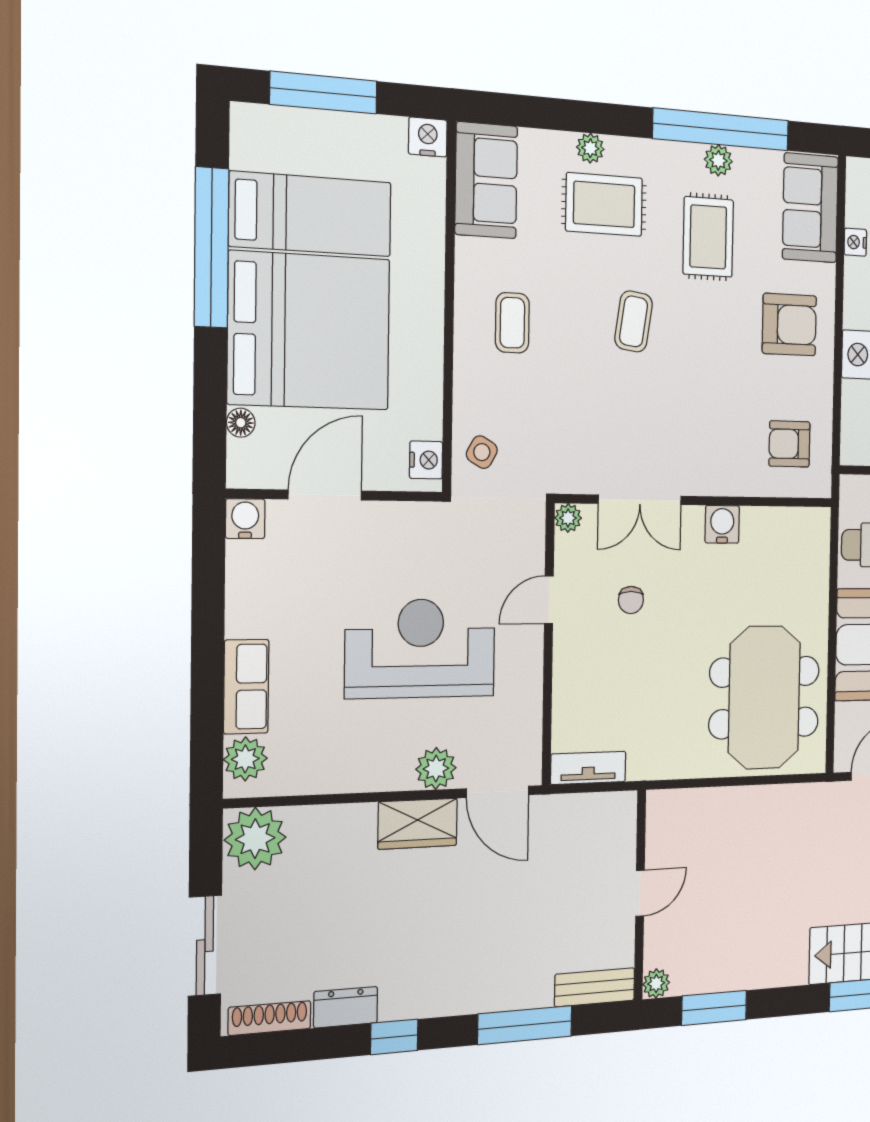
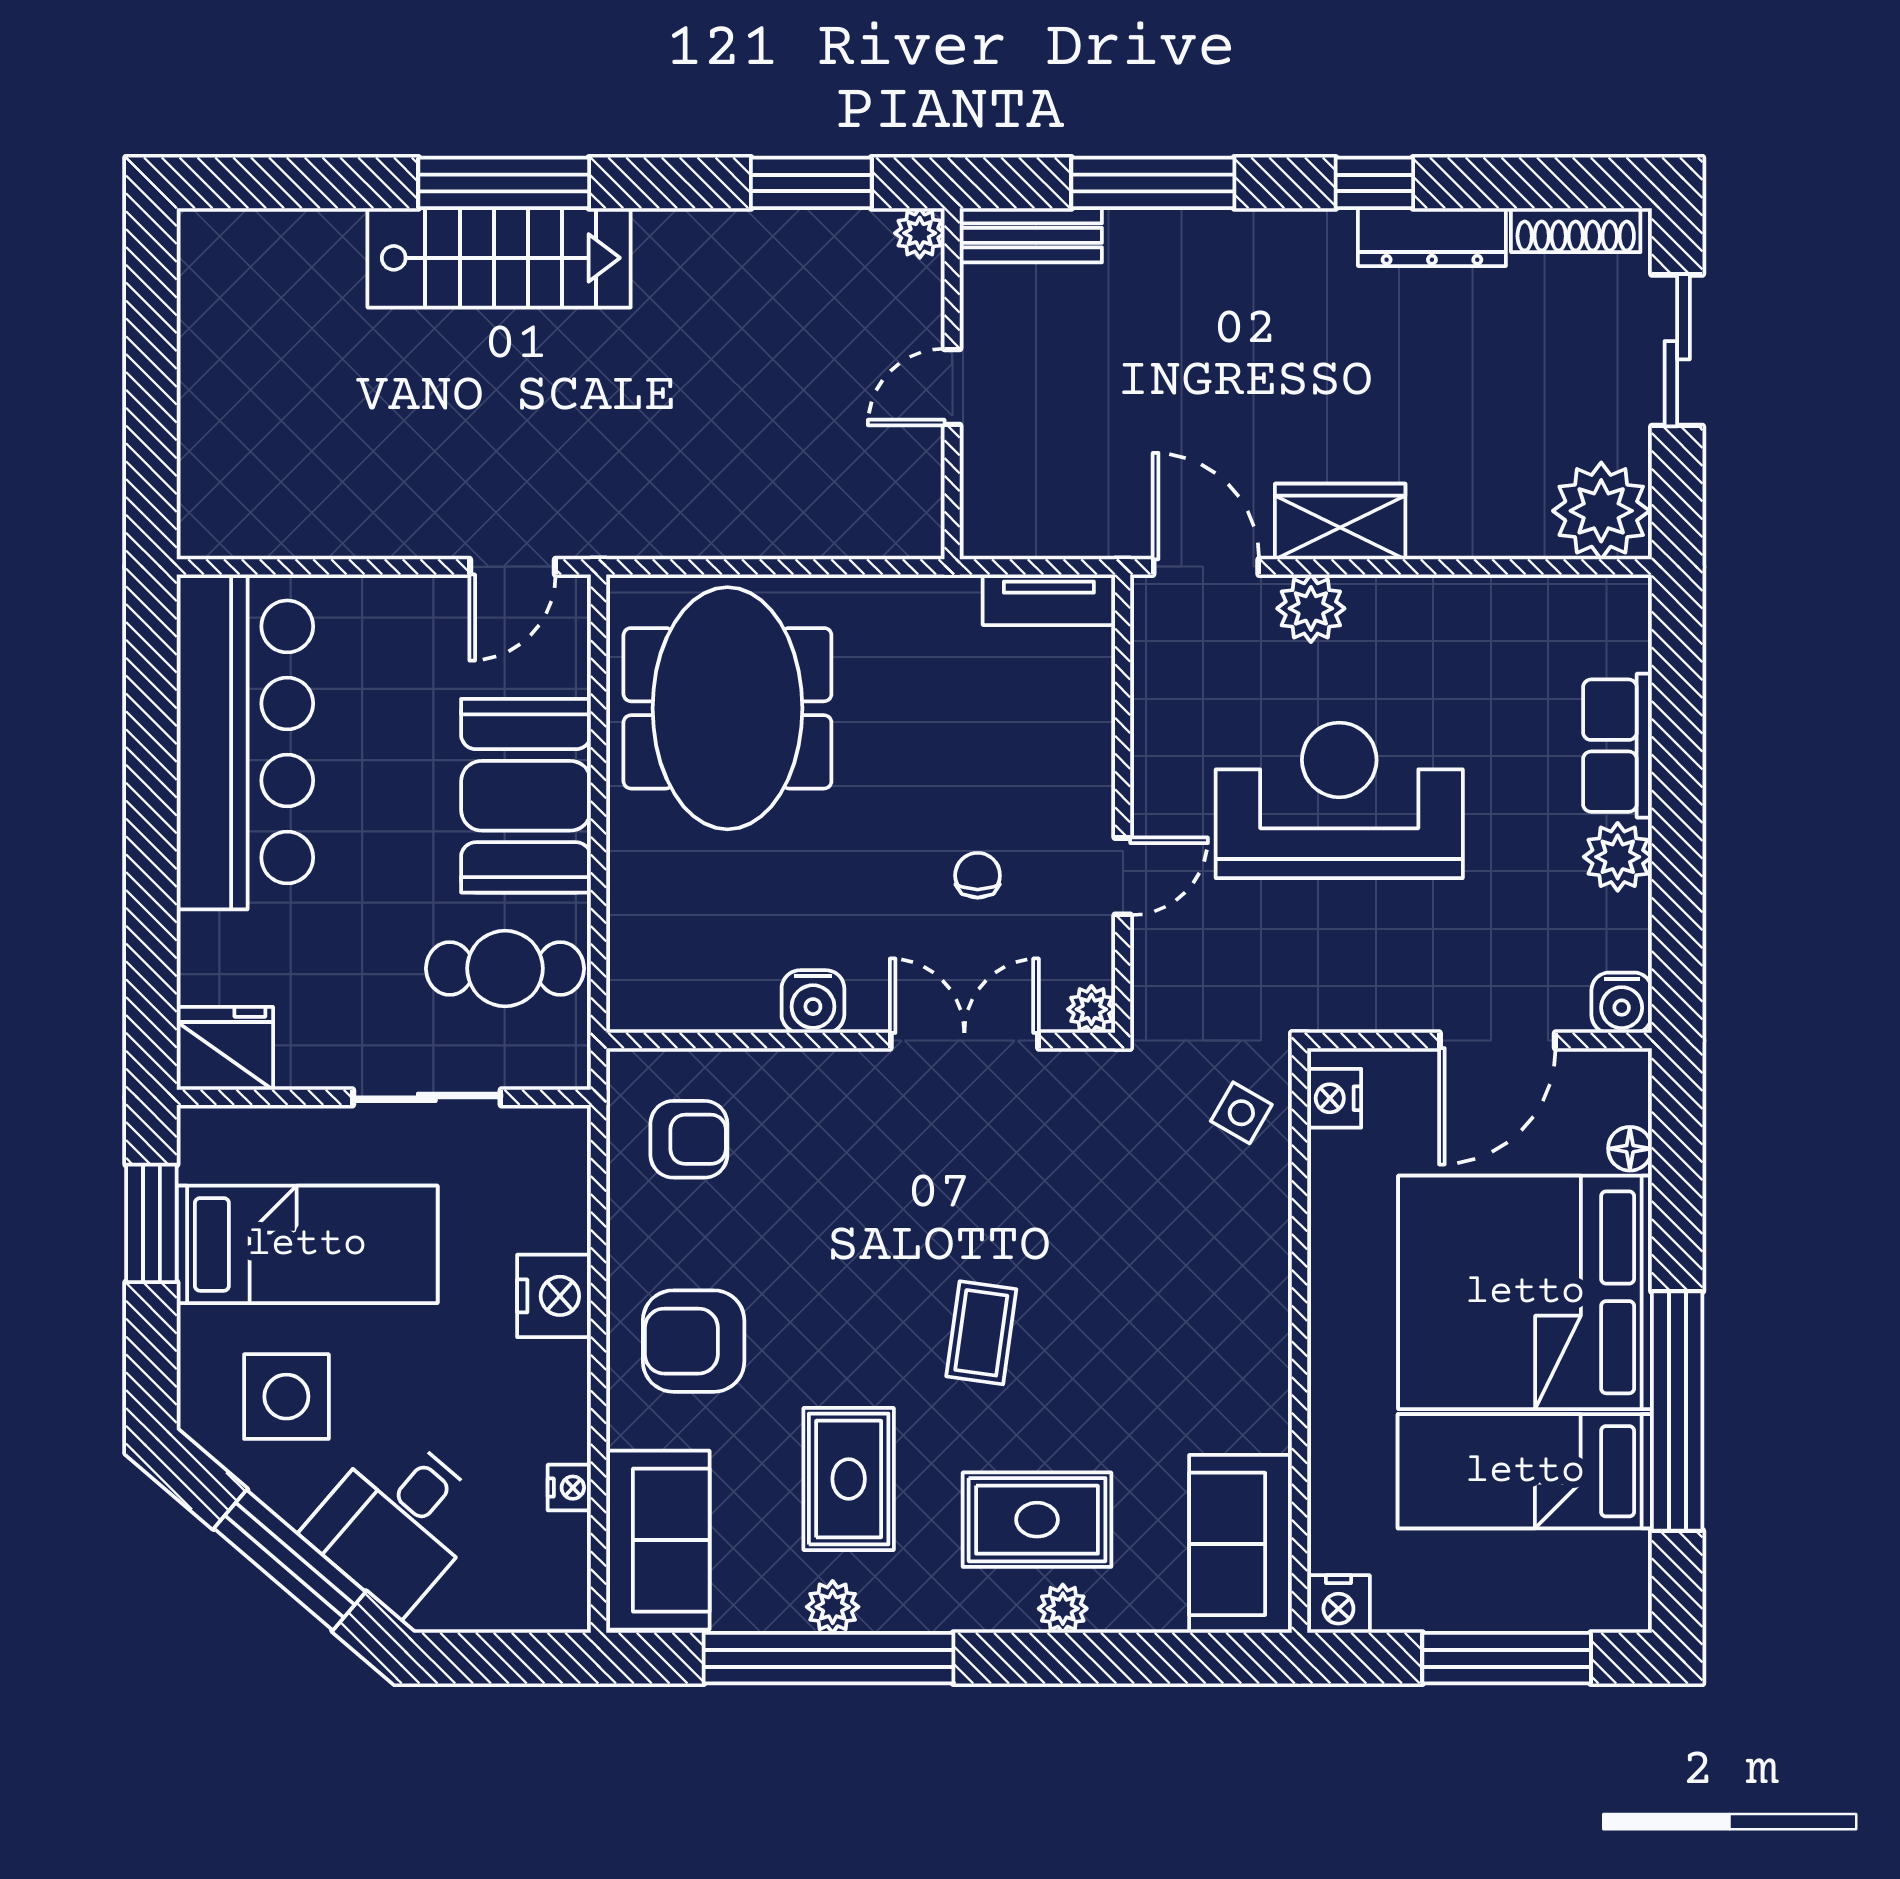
coffee table: (512, 323) -> (1193, 1321), removed
reception desk: (421, 648) -> (1339, 800), turned 180
plant: (245, 759) -> (1618, 857), moved
dresser: (346, 1007) -> (1432, 237), width x1.44

